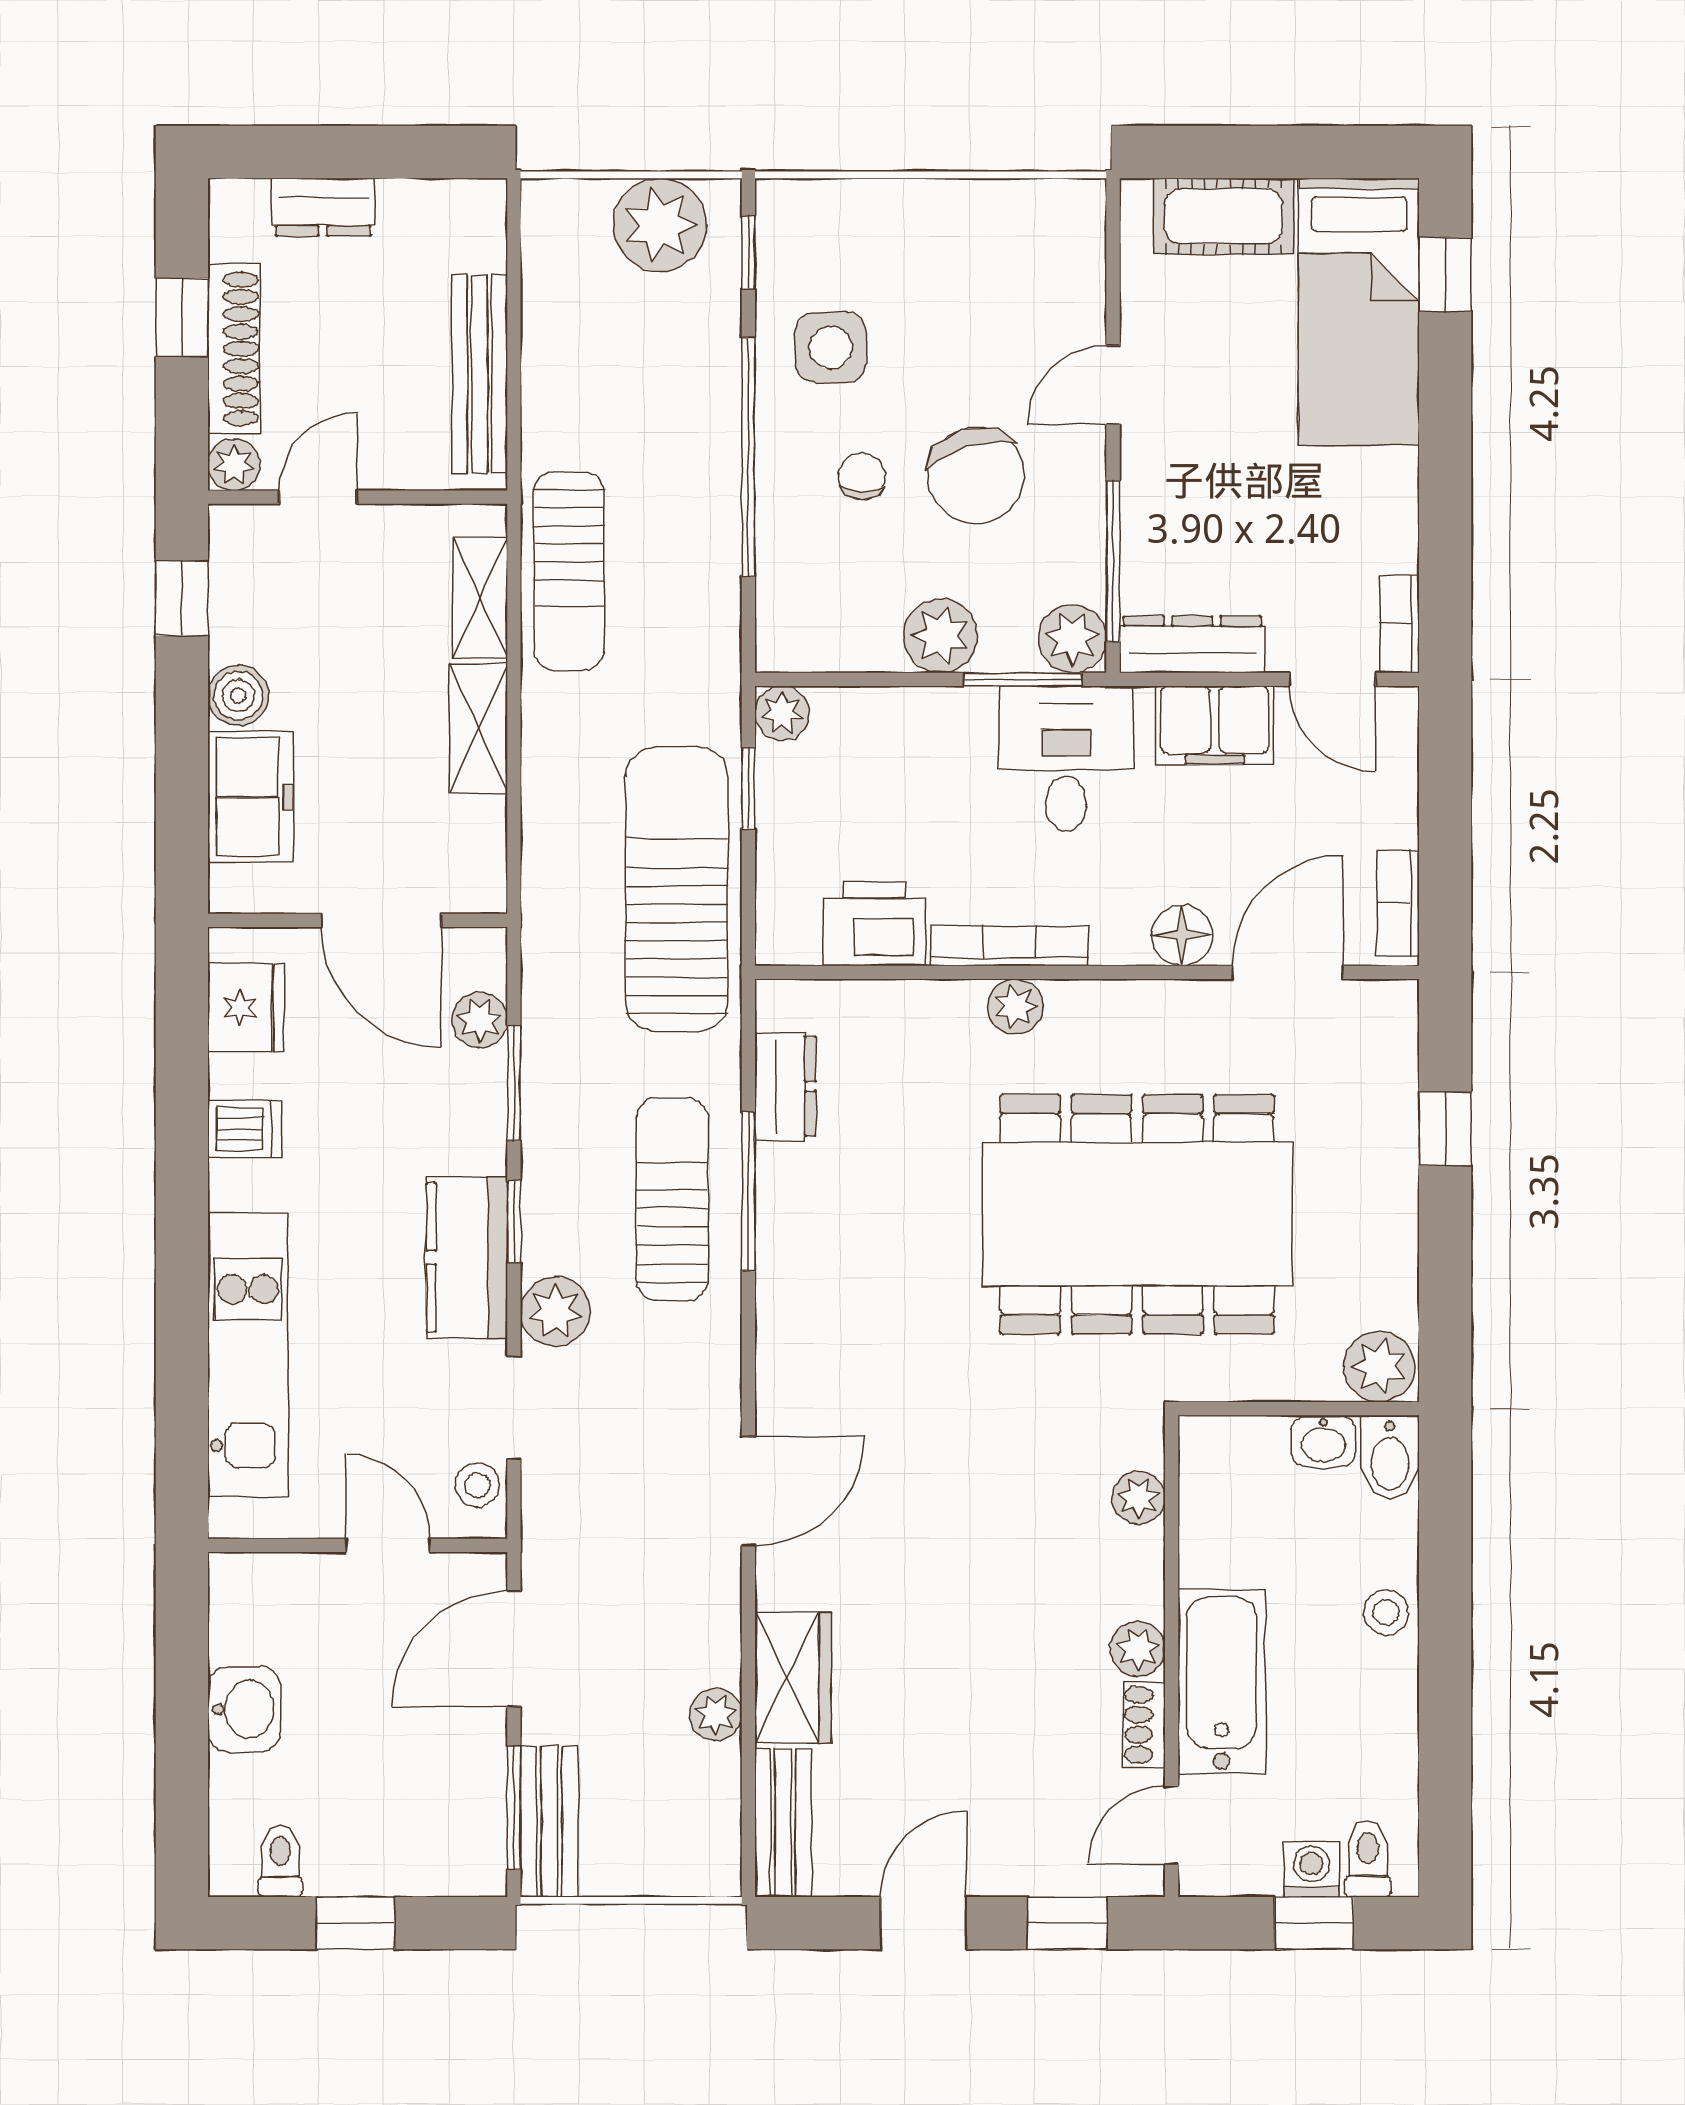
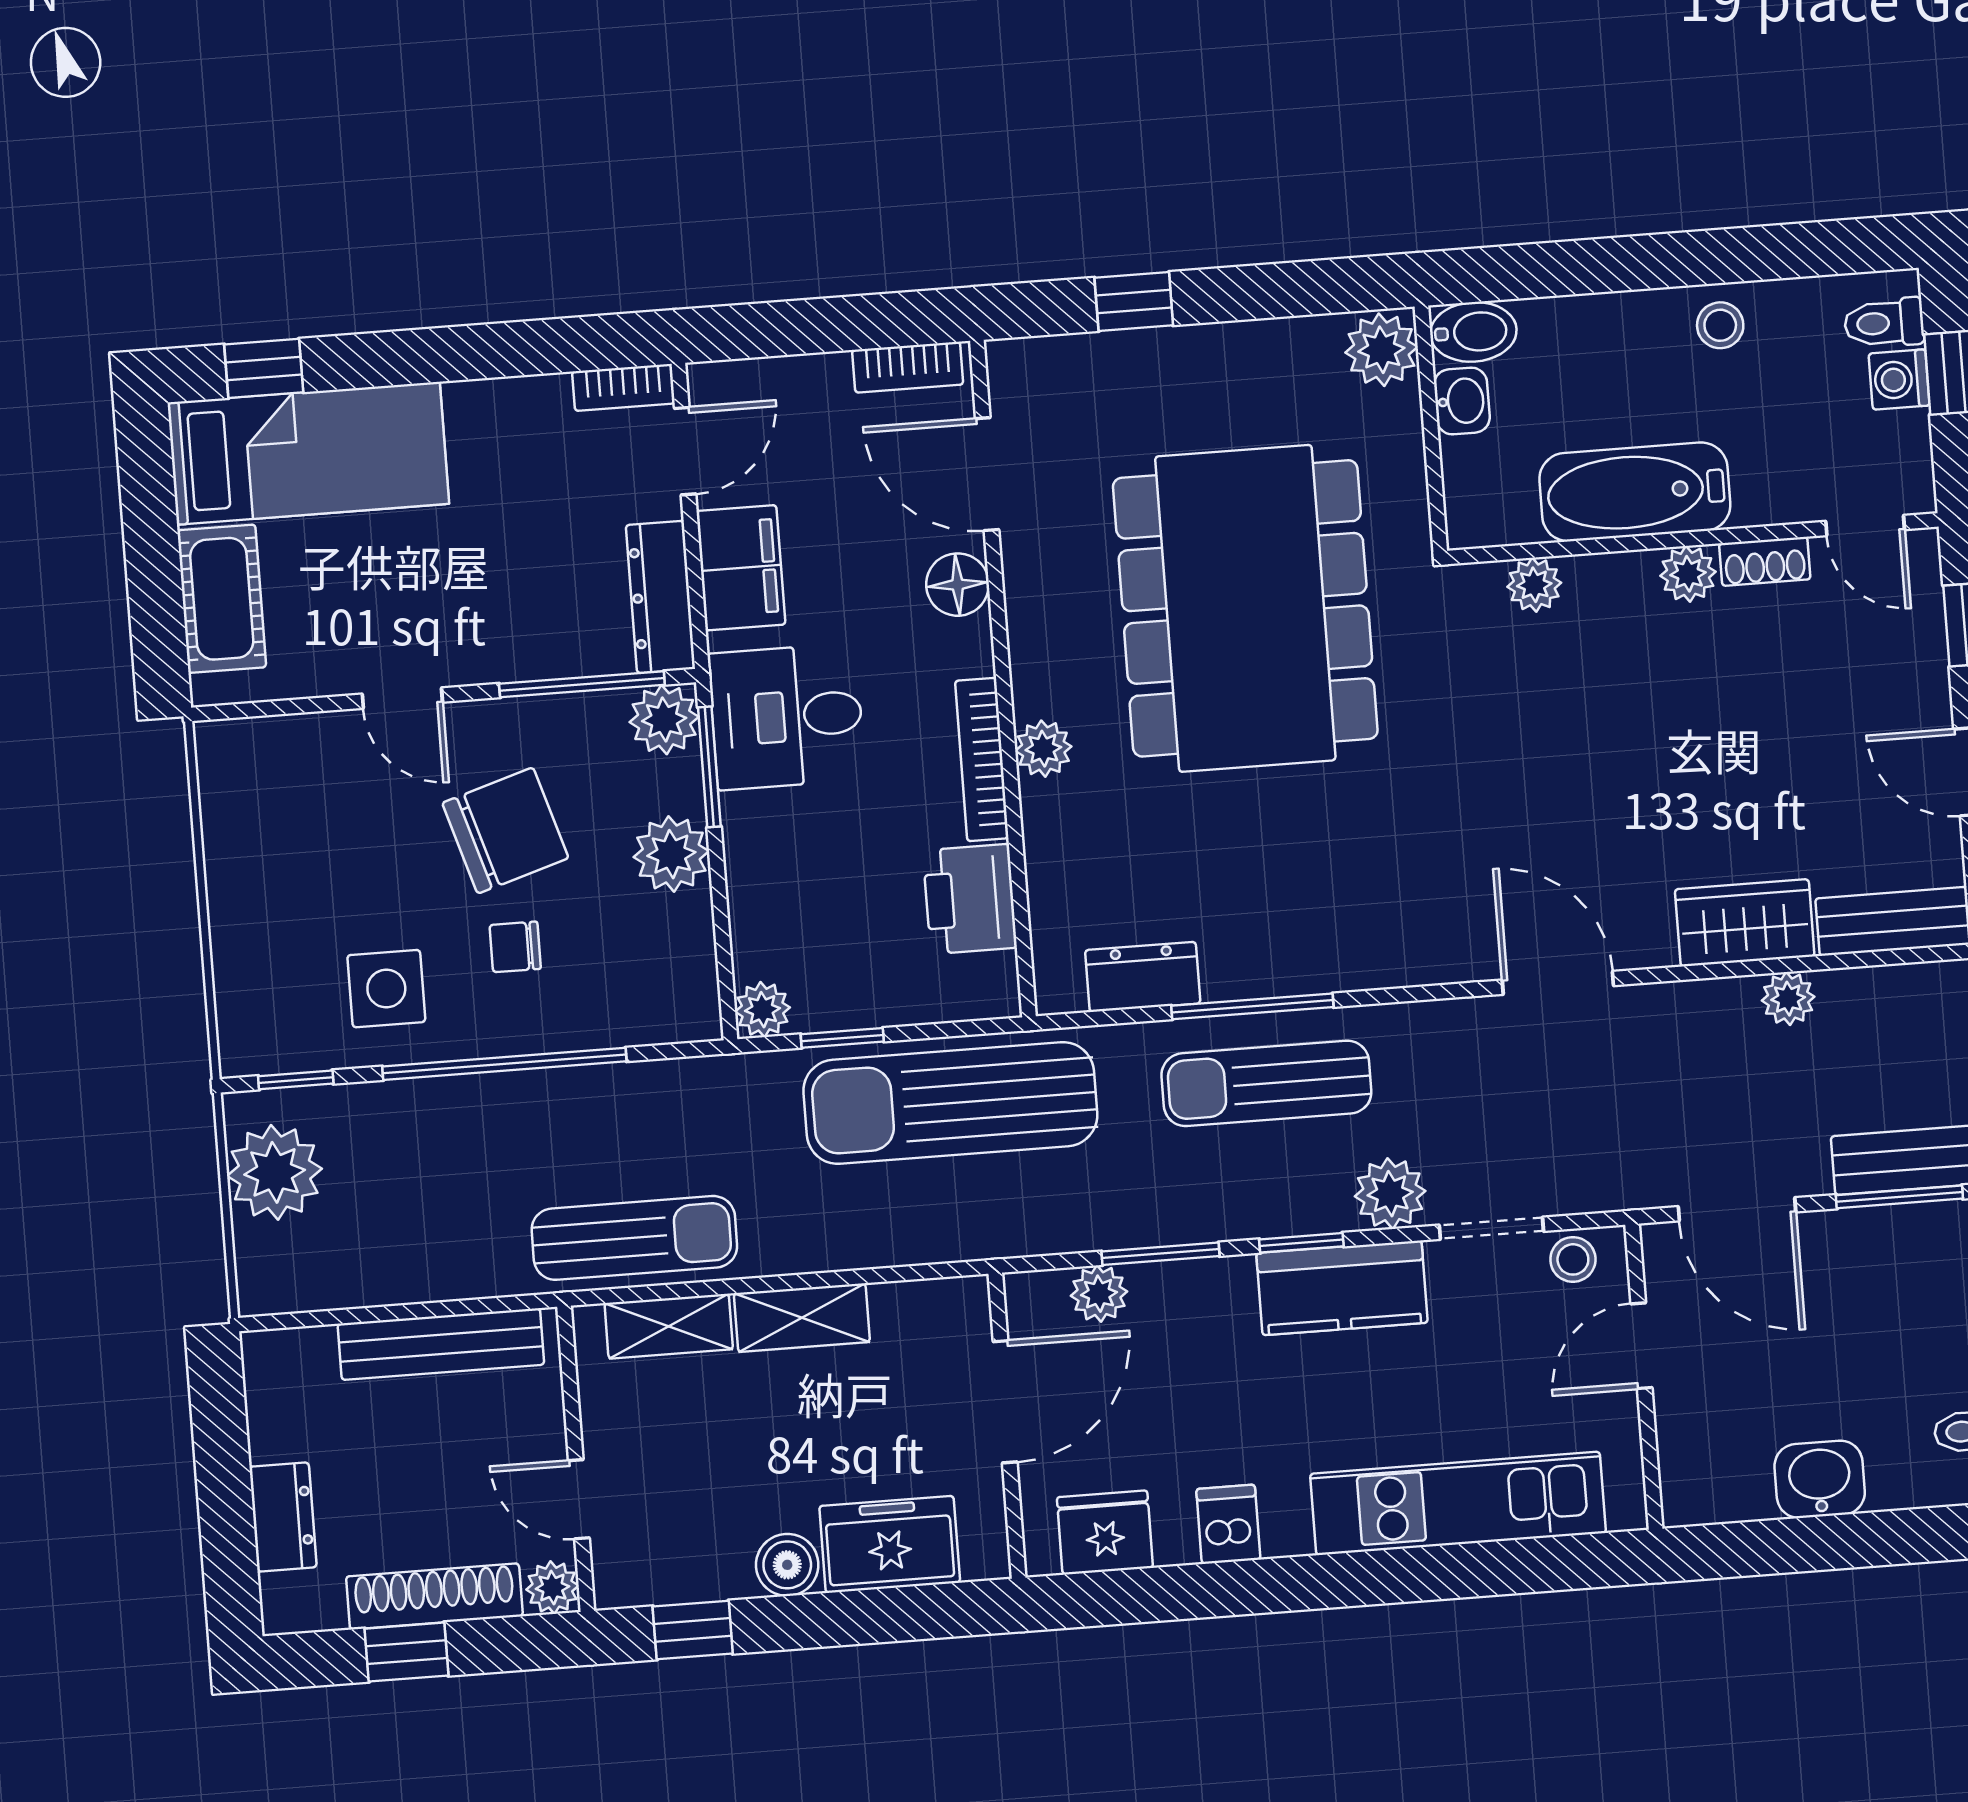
stool: (1386, 1612) -> (1720, 325), moved
bathtub: (1222, 1682) -> (1635, 492), moved

